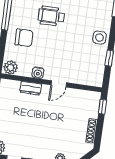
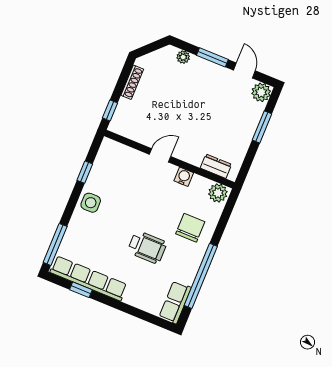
chair: (24, 38) -> (190, 228), turned 90
dresser: (31, 88) -> (216, 166), moved

